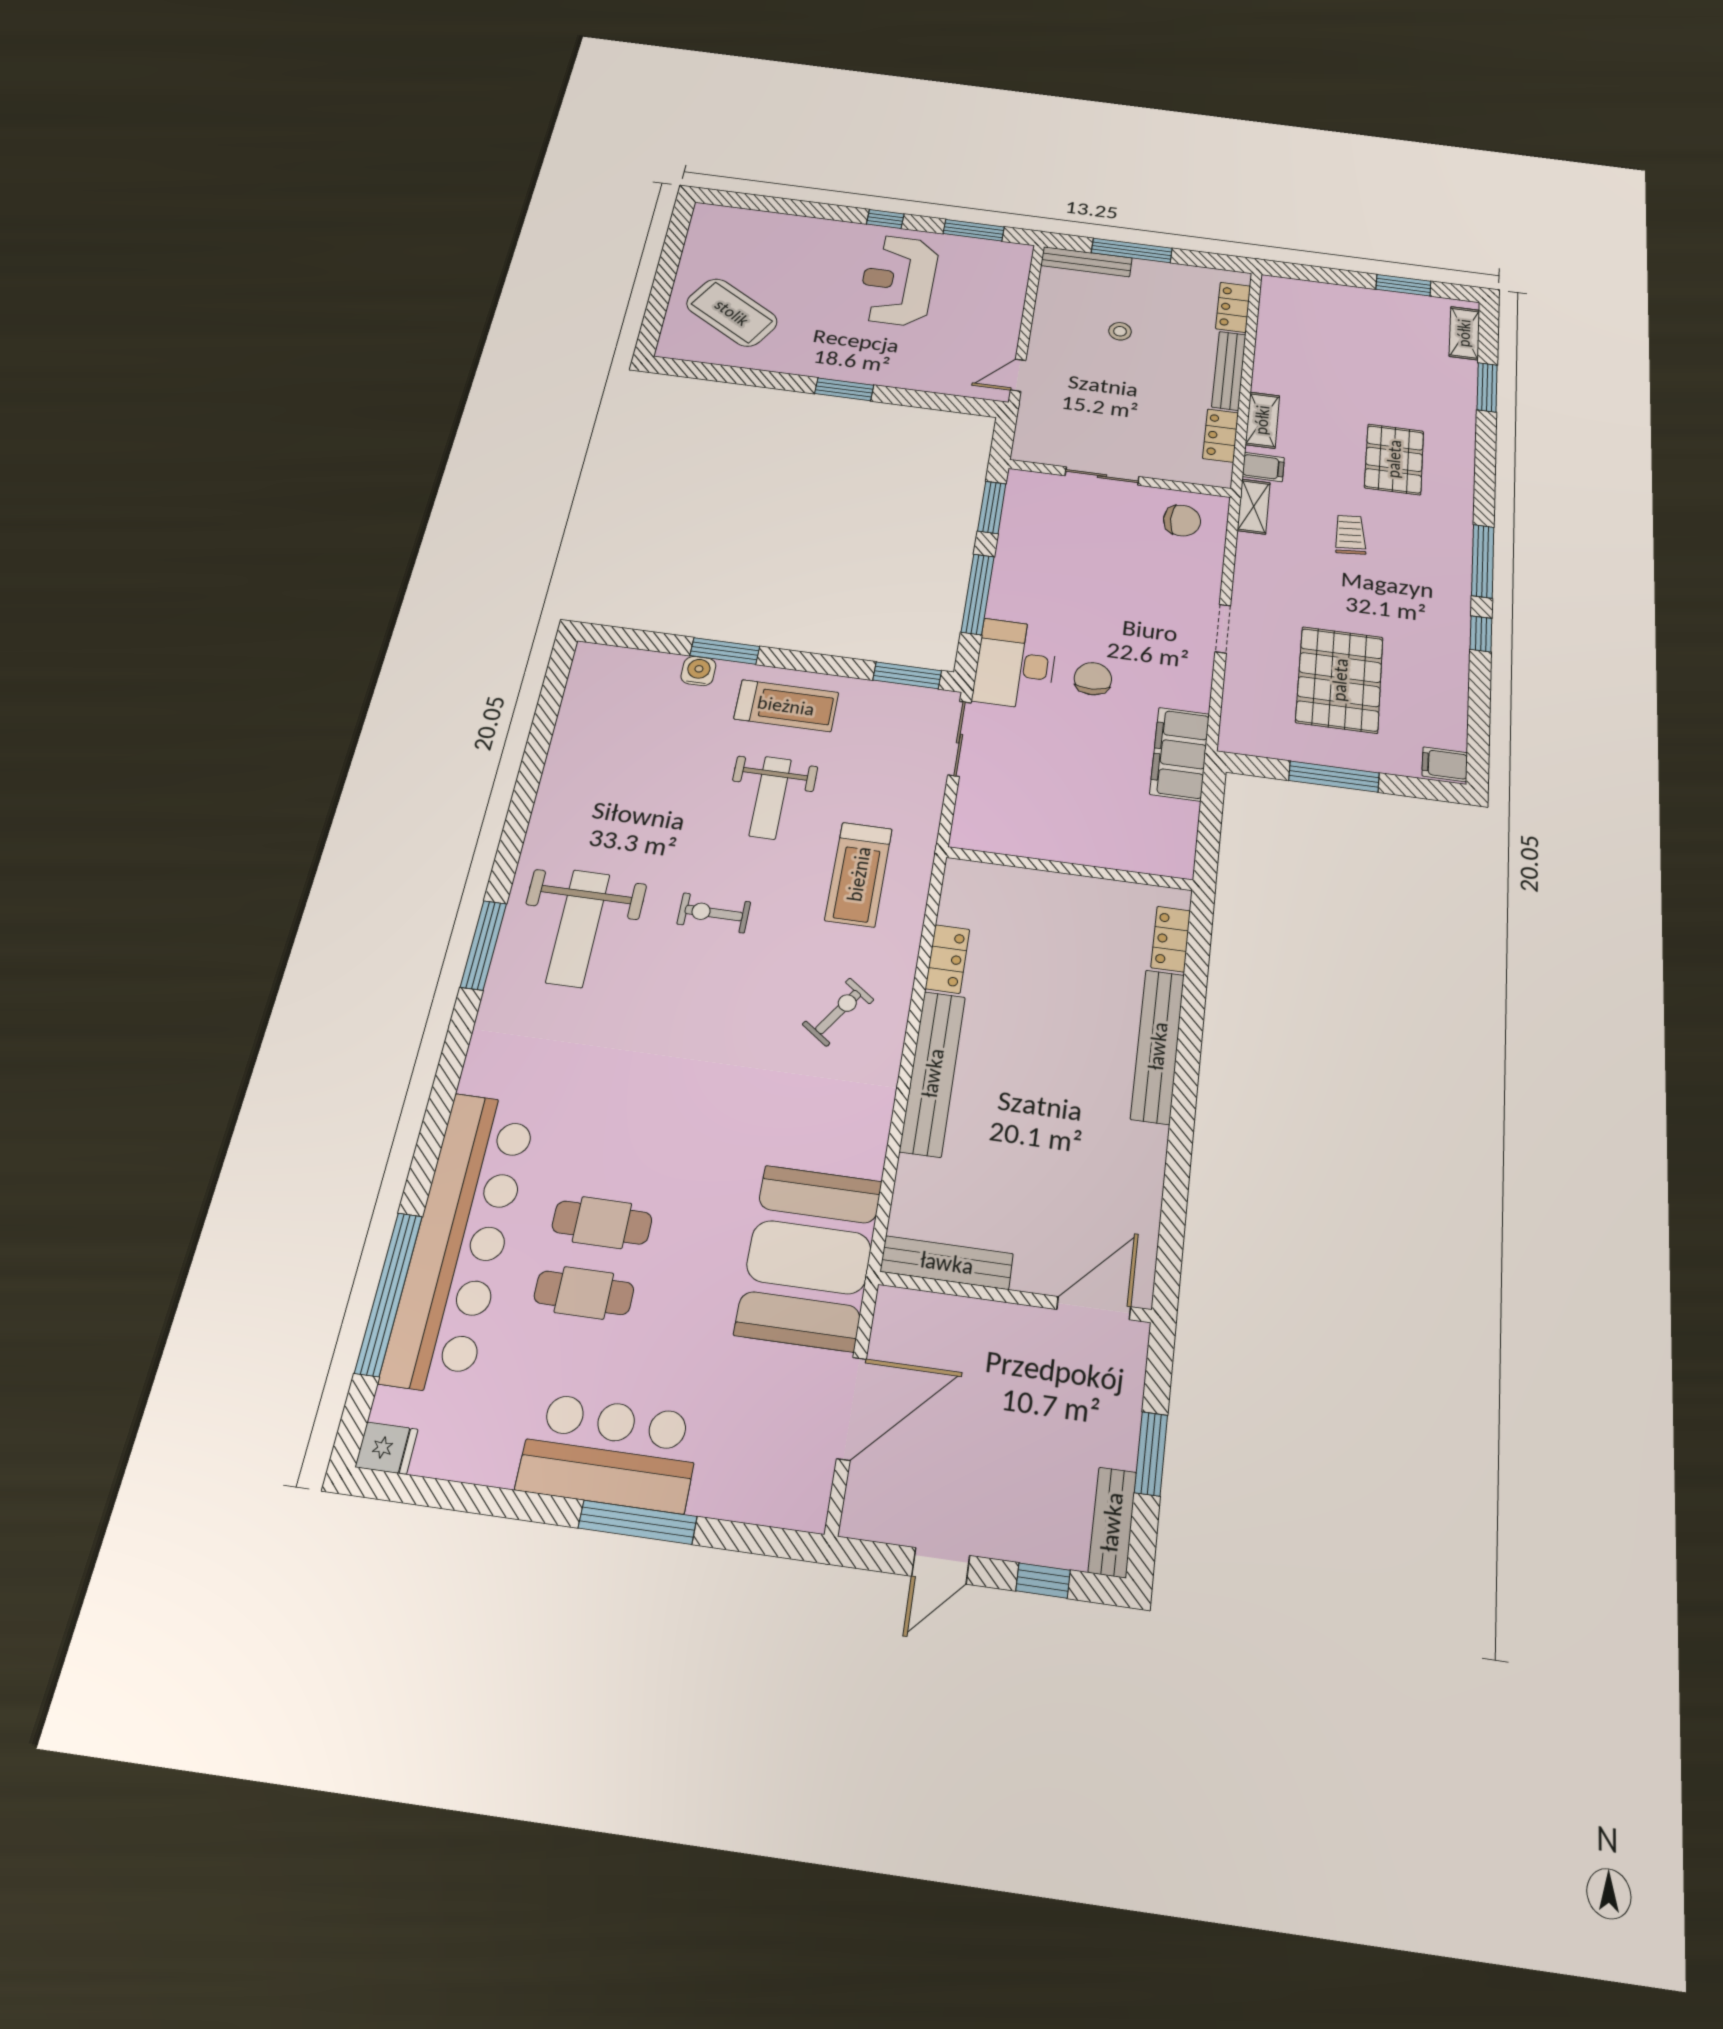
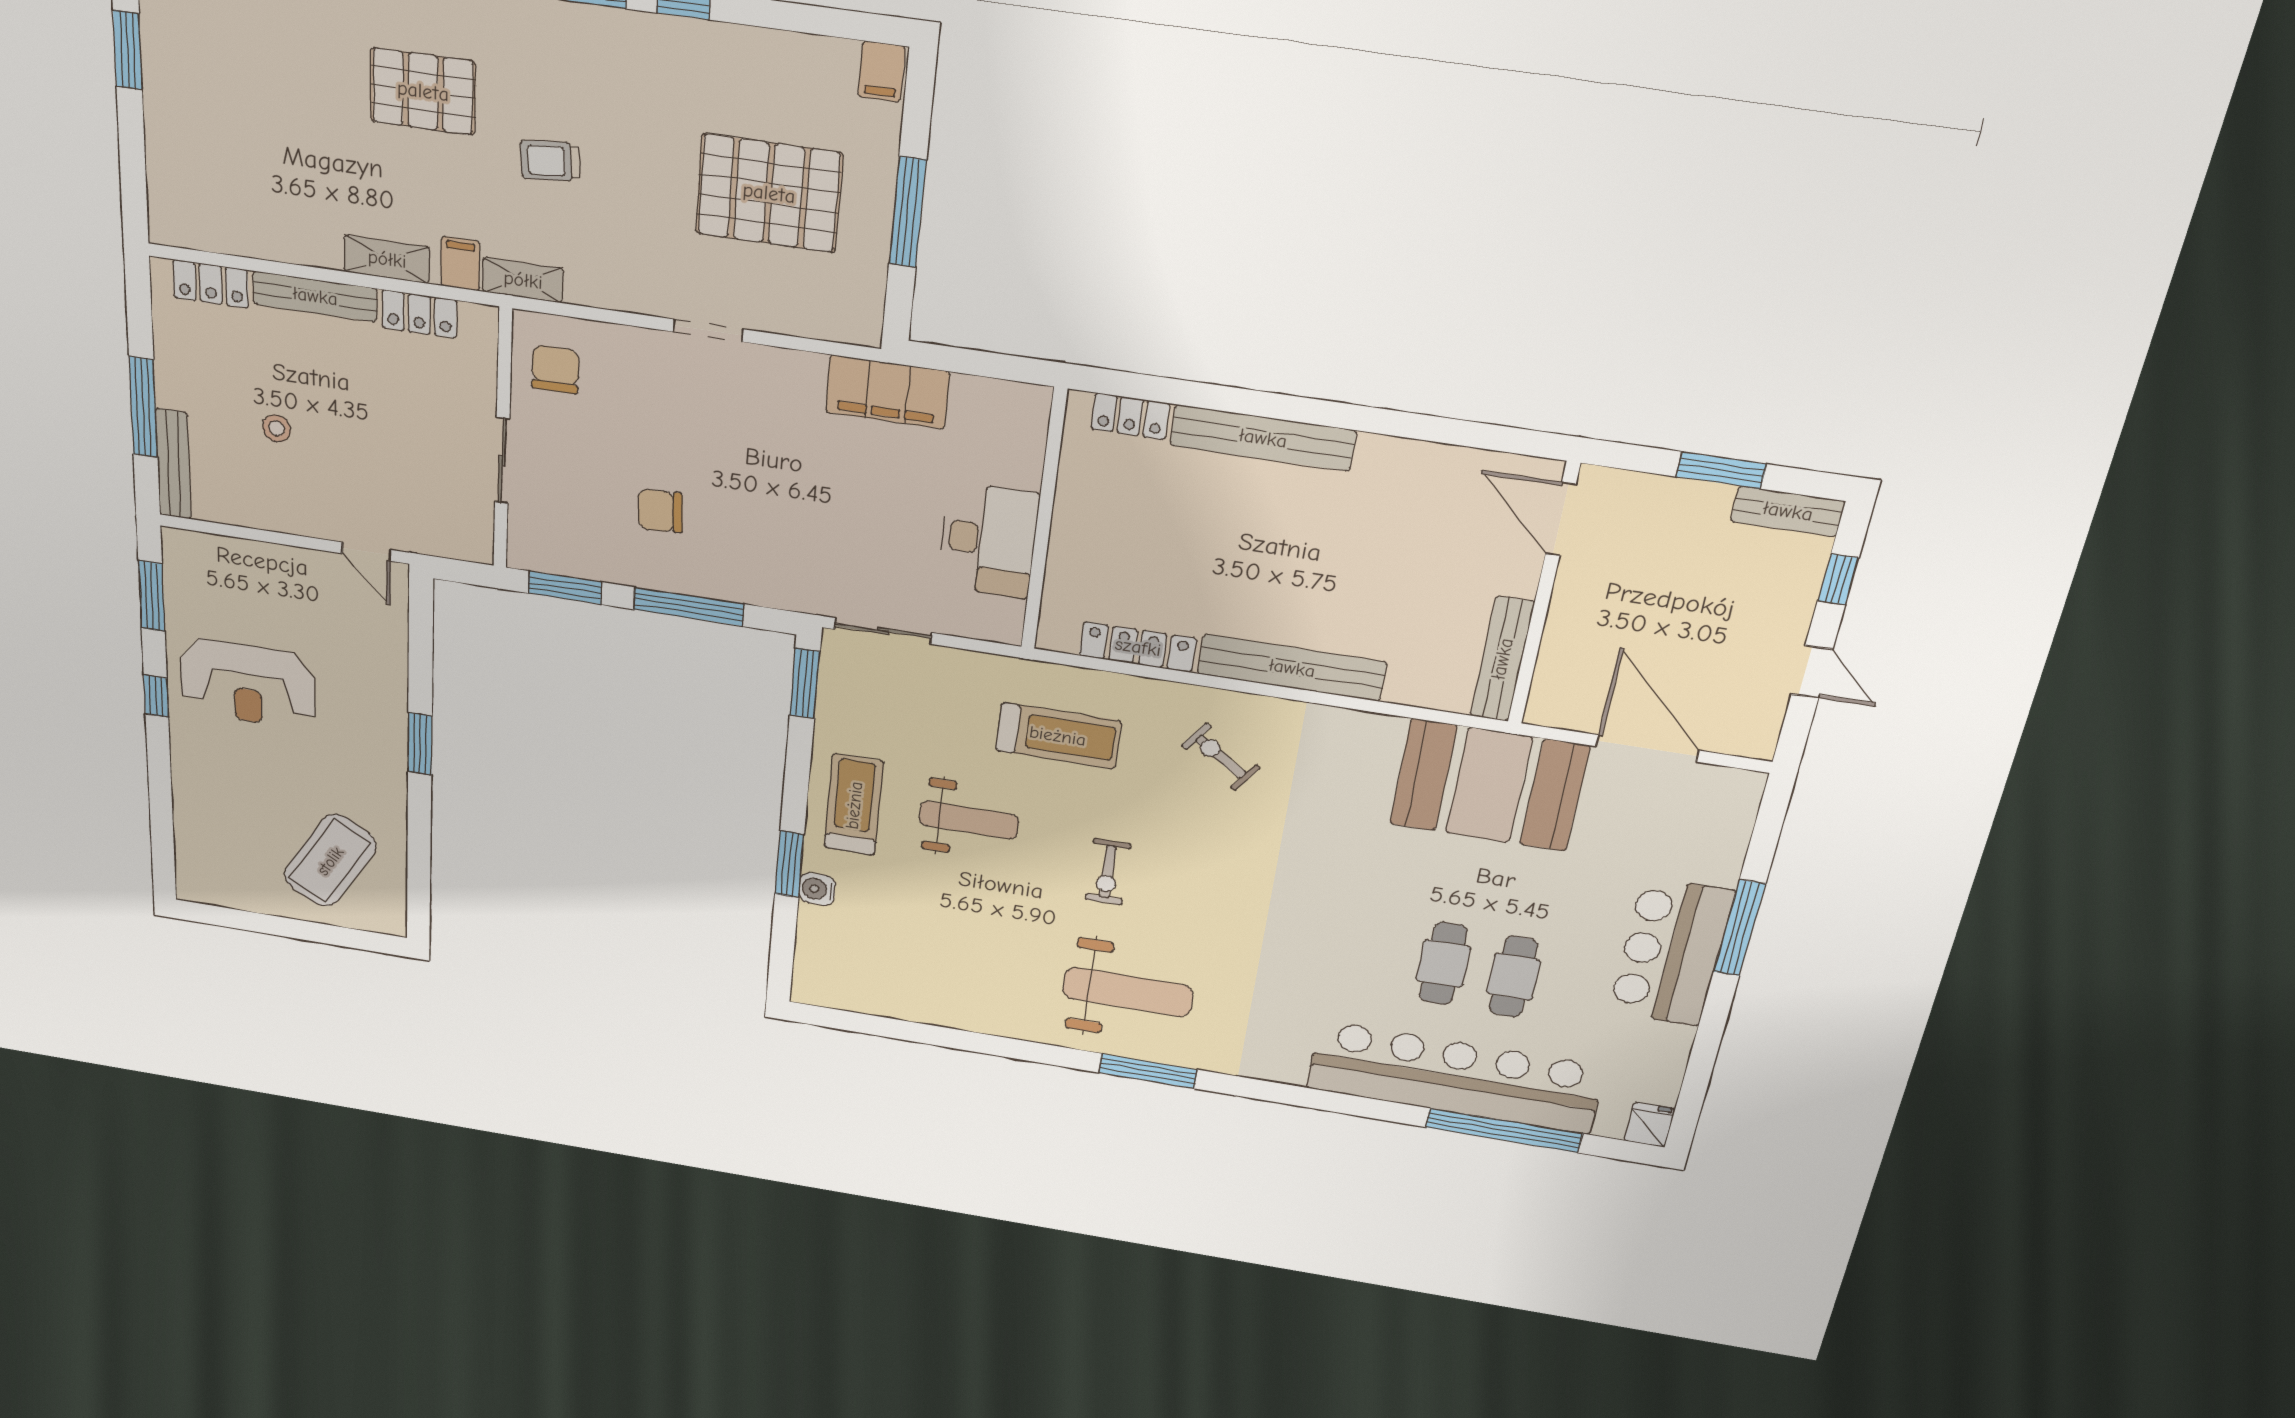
desk: (1015, 664) -> (988, 540), moved, turned -90
chair: (1093, 679) -> (660, 511), moved
locker: (947, 959) -> (1138, 647), width x1.53

